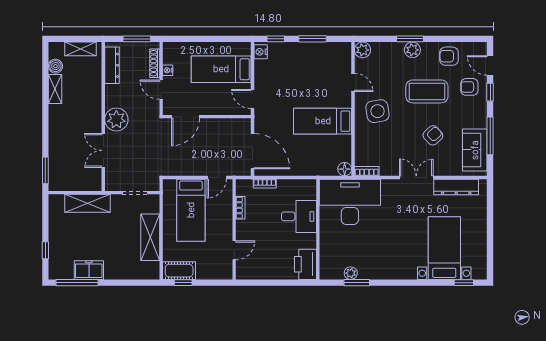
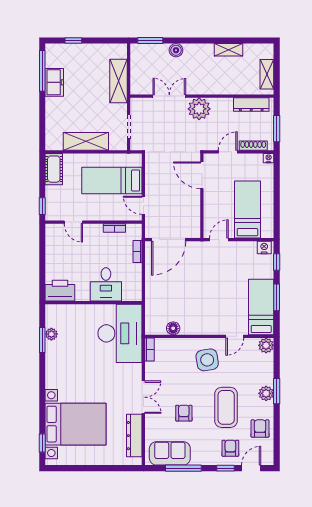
boiler: (55, 66) -> (176, 50), moved
nightstand: (168, 70) -> (269, 158), moved
bed: (323, 121) -> (261, 307), moved
armchair: (433, 135) -> (184, 413), turned -137
floor lamp: (345, 169) -> (173, 328), moved
bed with nightstands: (444, 248) -> (76, 424), width x1.36
window: (183, 283) -> (42, 206), moved

